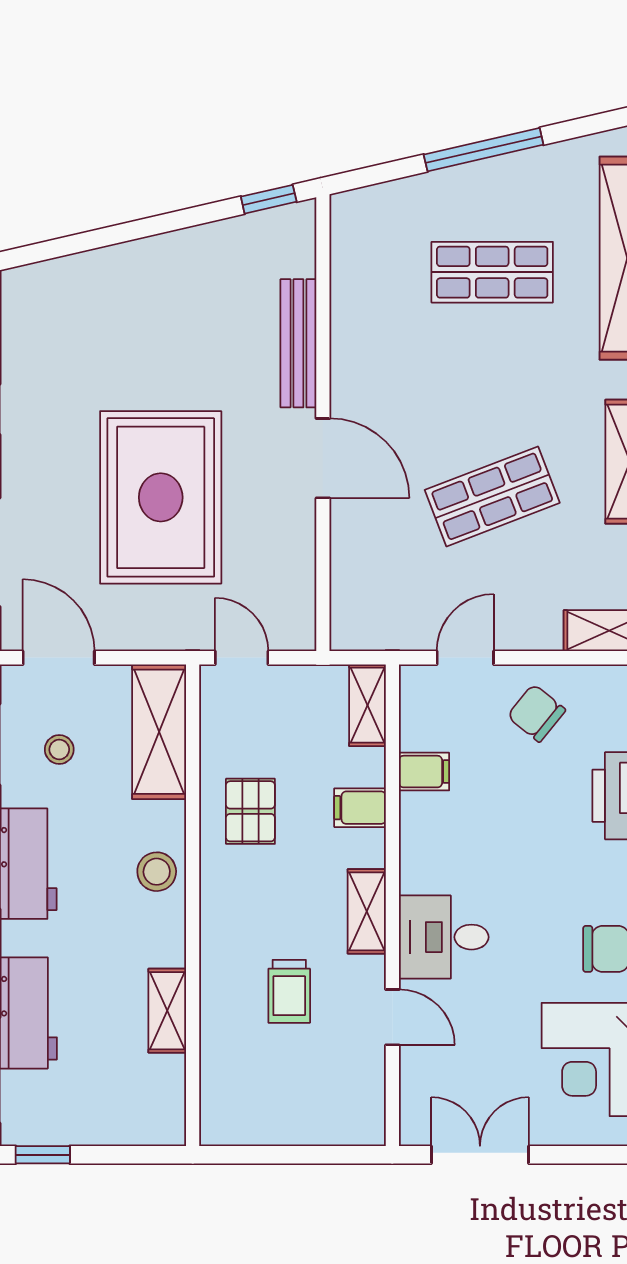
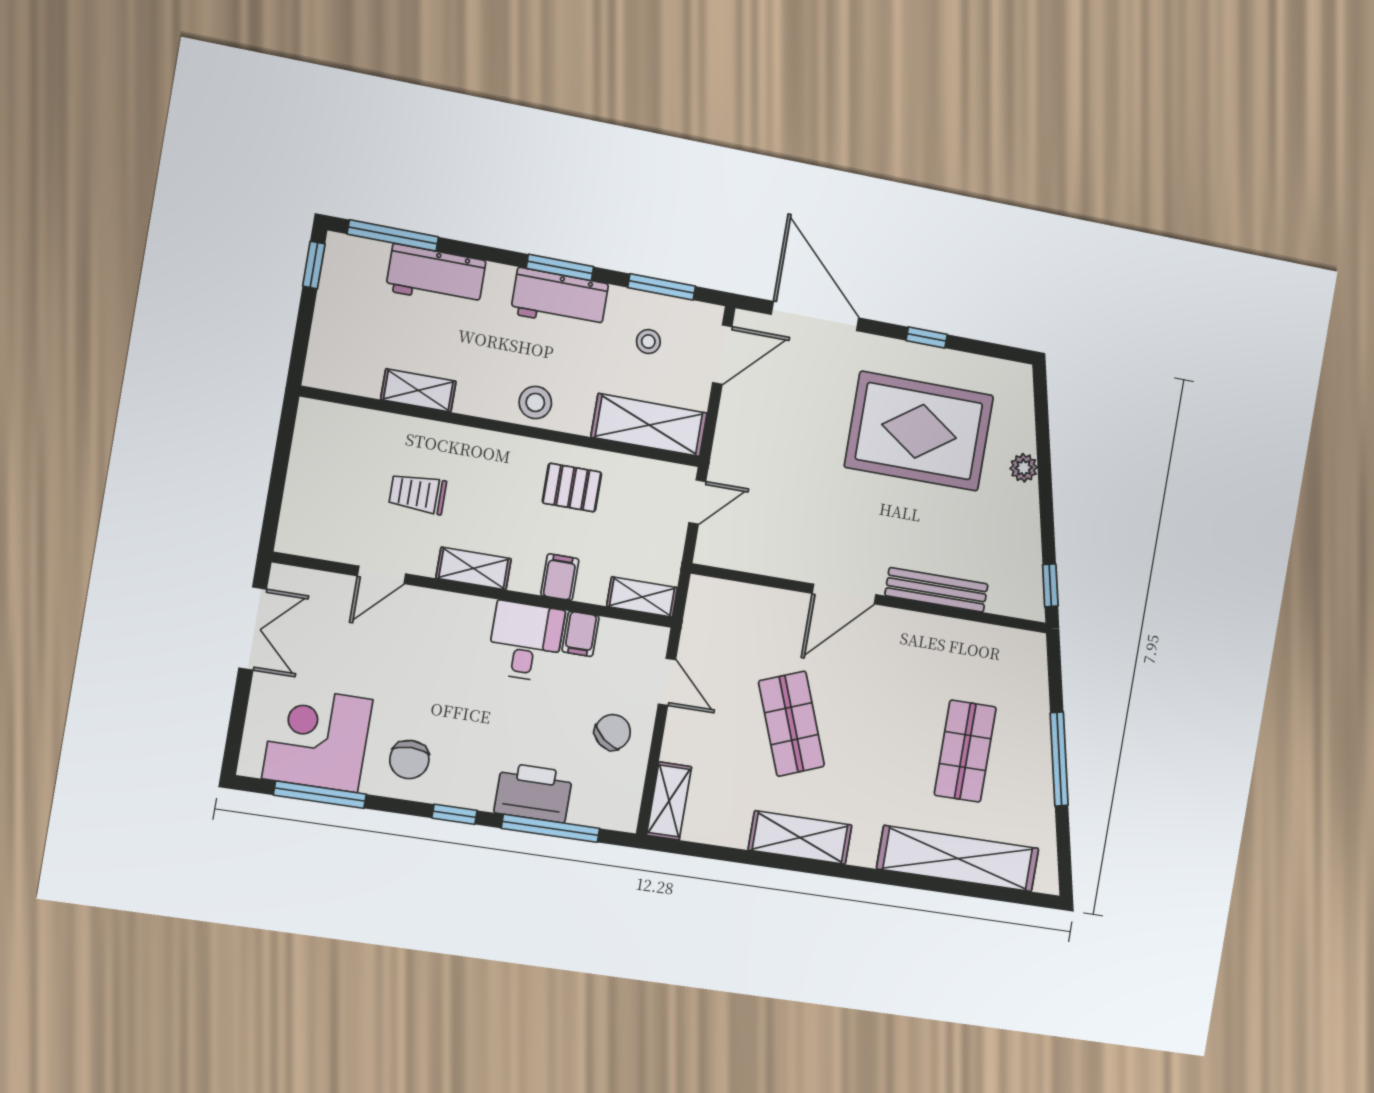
plant: (129, 259) -> (1024, 468), added
rug: (161, 497) -> (919, 431), moved
desk: (444, 937) -> (526, 641), moved

